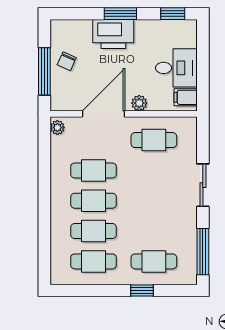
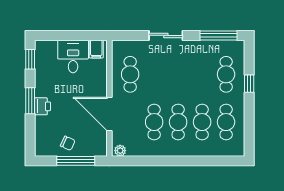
printer: (113, 34) -> (42, 106), width x0.53, depth x0.68
plant: (139, 103) -> (101, 86), removed

